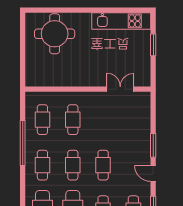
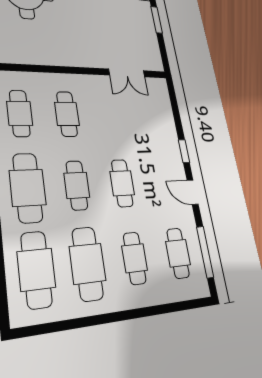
double door: (120, 89) -> (127, 73), swing flipped
window: (153, 145) -> (184, 151), width x0.67
cafe table: (42, 165) -> (28, 188), width x1.37, depth x1.35

